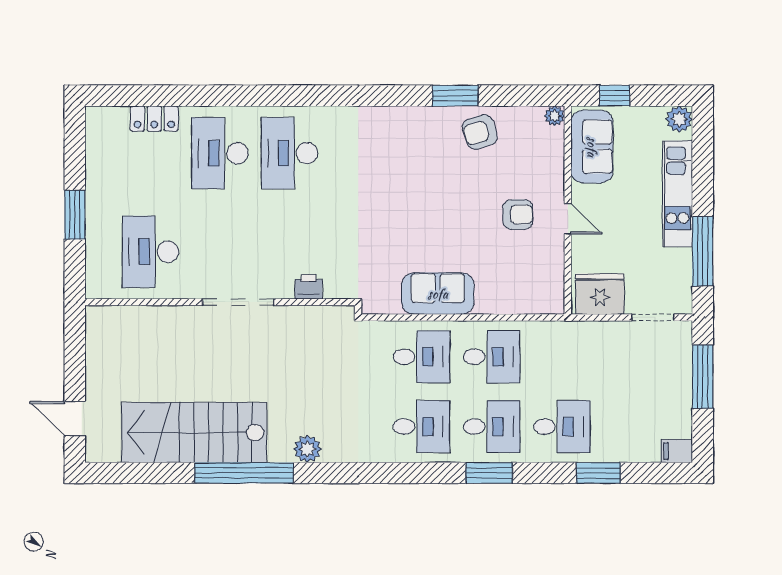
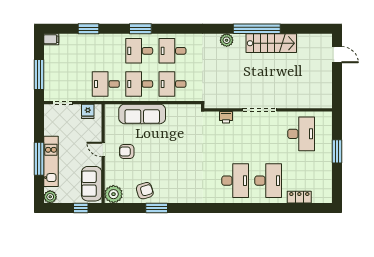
plant: (555, 116) -> (113, 194), width x1.88, depth x1.88
window: (703, 251) -> (39, 159), moved
sofa: (438, 294) -> (142, 114), moved, width x1.36
fridge: (600, 294) -> (88, 111), width x0.53, depth x0.75
desk: (562, 427) -> (106, 84), moved
stairs: (194, 433) -> (271, 43), width x0.73, depth x0.66

